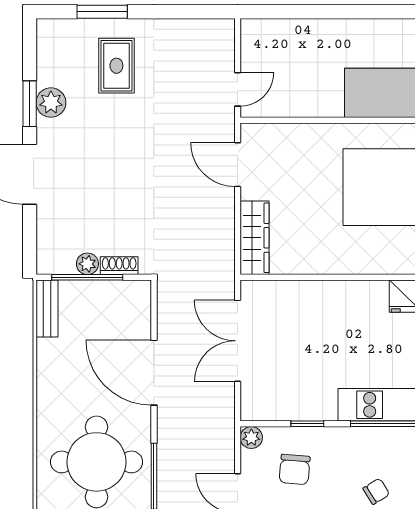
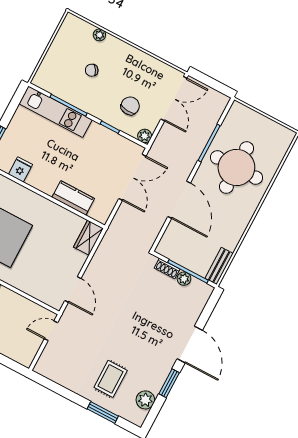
plant: (51, 103) -> (145, 400), moved
wardrobe: (255, 238) -> (88, 238), width x0.67
kitchen counter: (306, 295) -> (73, 198), added
double door: (238, 341) -> (132, 177), moved

